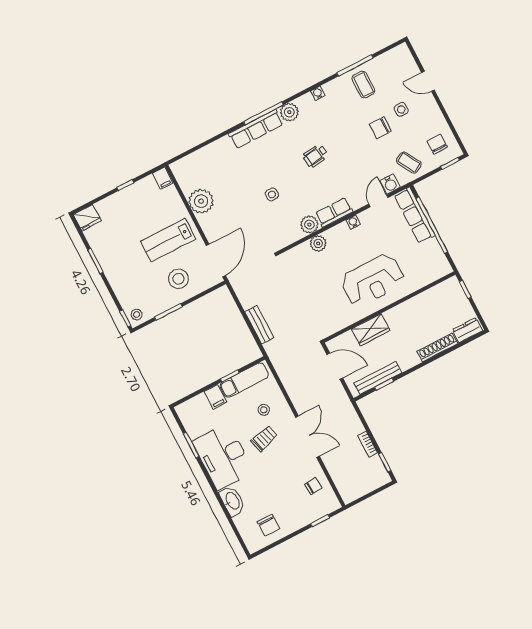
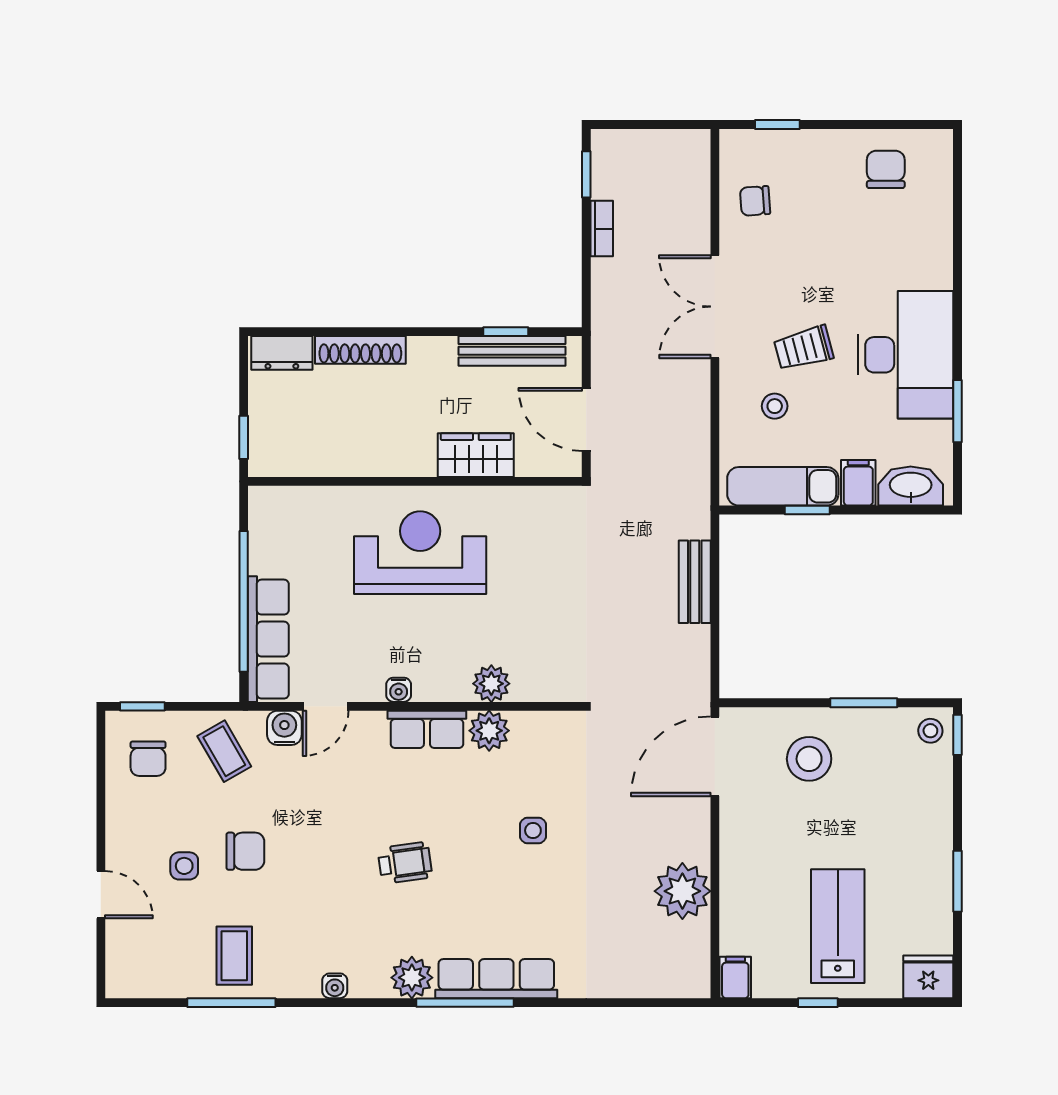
lab bench: (168, 240) -> (838, 926), moved, turned -90
washbasin: (232, 501) -> (911, 486), moved, turned 90

